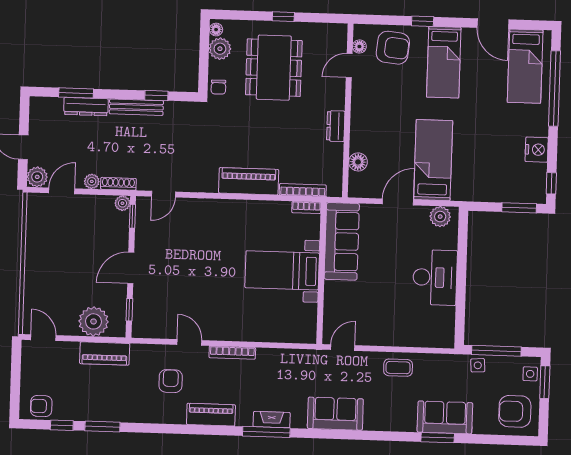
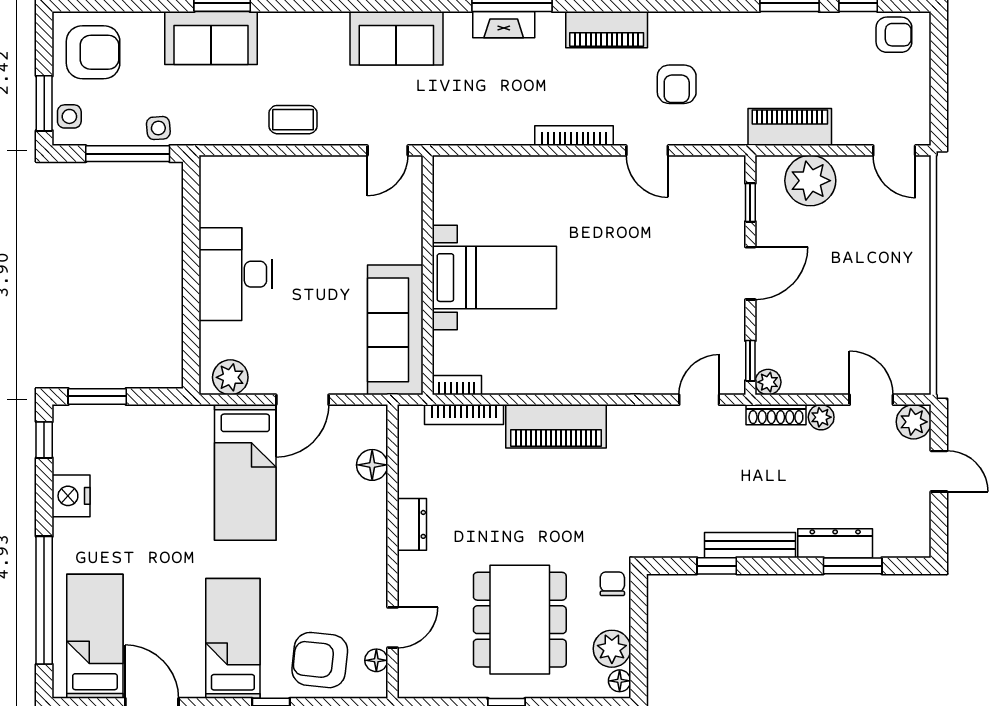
door: (62, 191) -> (871, 400), swing flipped

